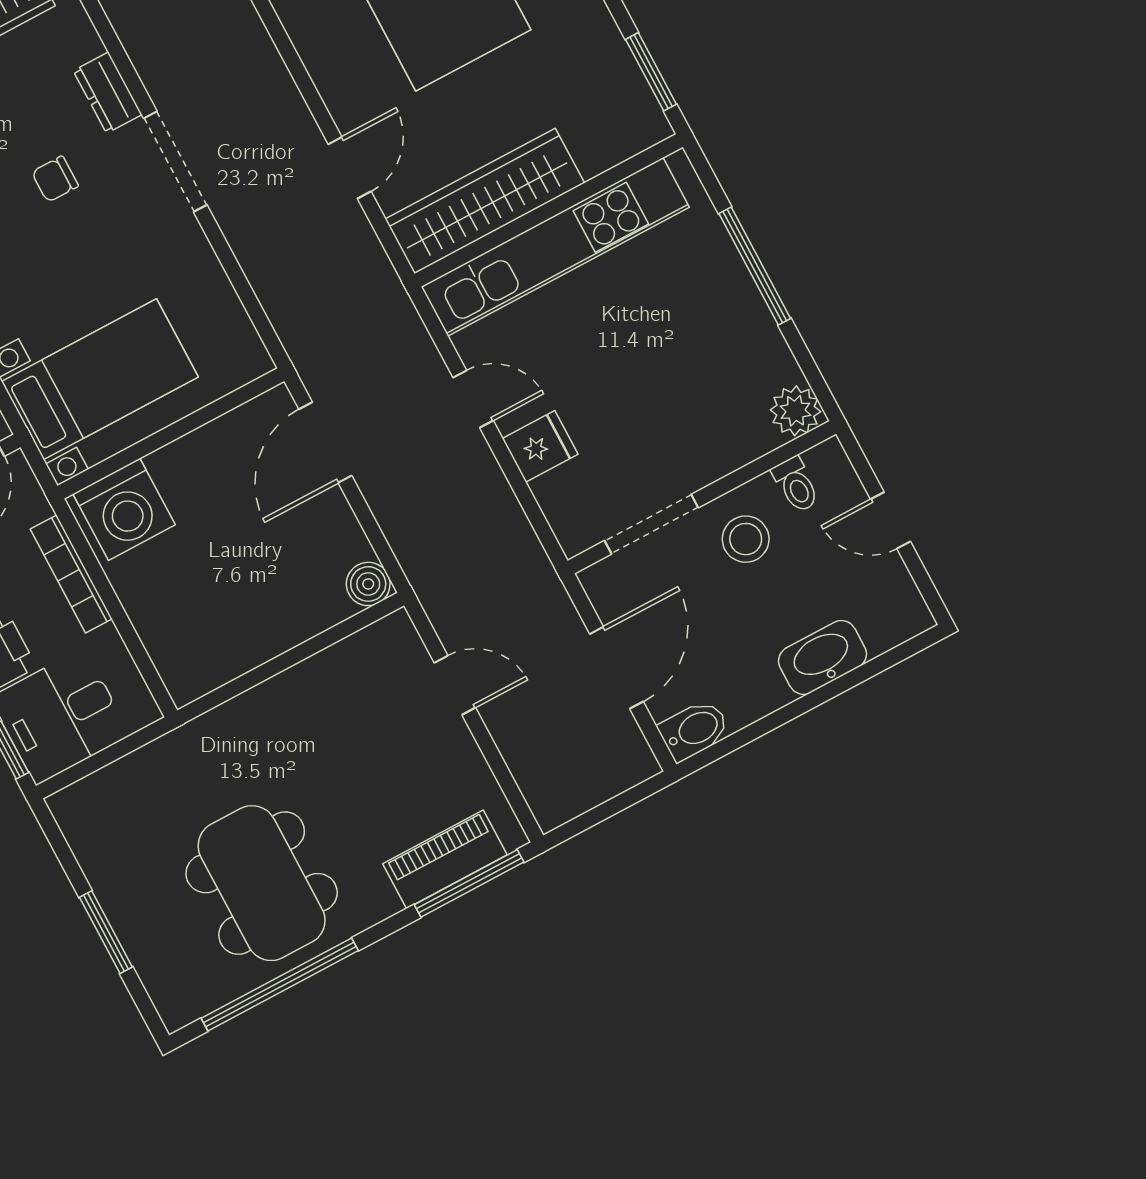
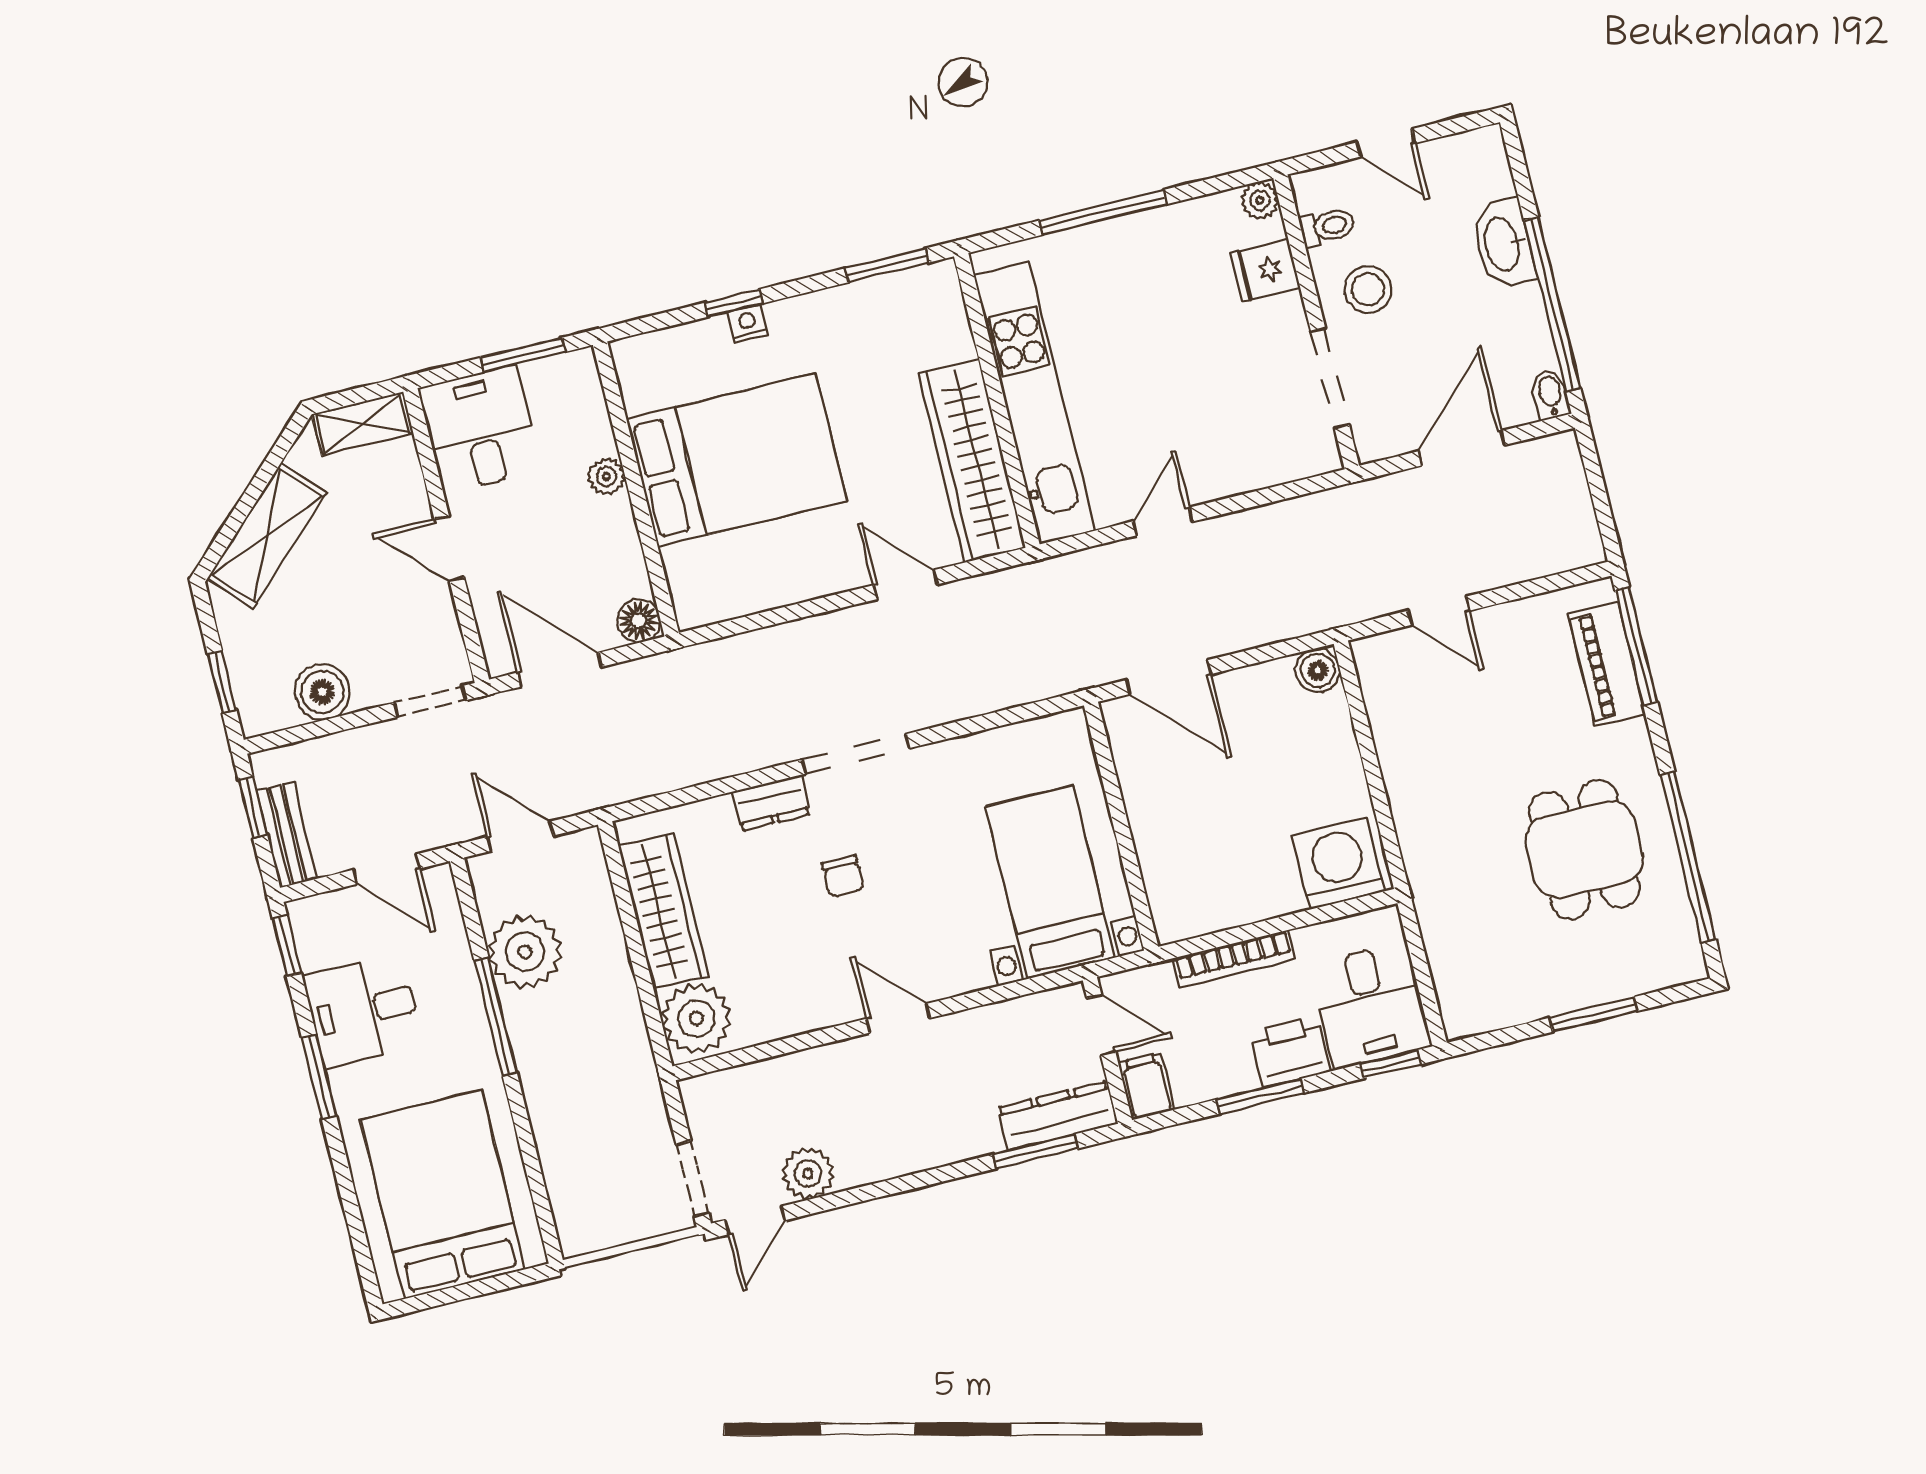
plant: (795, 411) -> (1260, 200), width x0.73, depth x0.73
fridge: (540, 446) -> (1265, 270), moved, turned -90
washing machine: (124, 509) -> (1338, 863), moved, turned -90
door: (891, 520) -> (1386, 143), hinge flipped
door: (617, 668) -> (1462, 448), hinge flipped
door: (455, 685) -> (1439, 611), swing flipped
window: (776, 719) -> (1552, 304), added
bidet: (694, 730) -> (1550, 394), width x0.72, depth x0.74
dining table: (262, 883) -> (1584, 850), width x0.73

